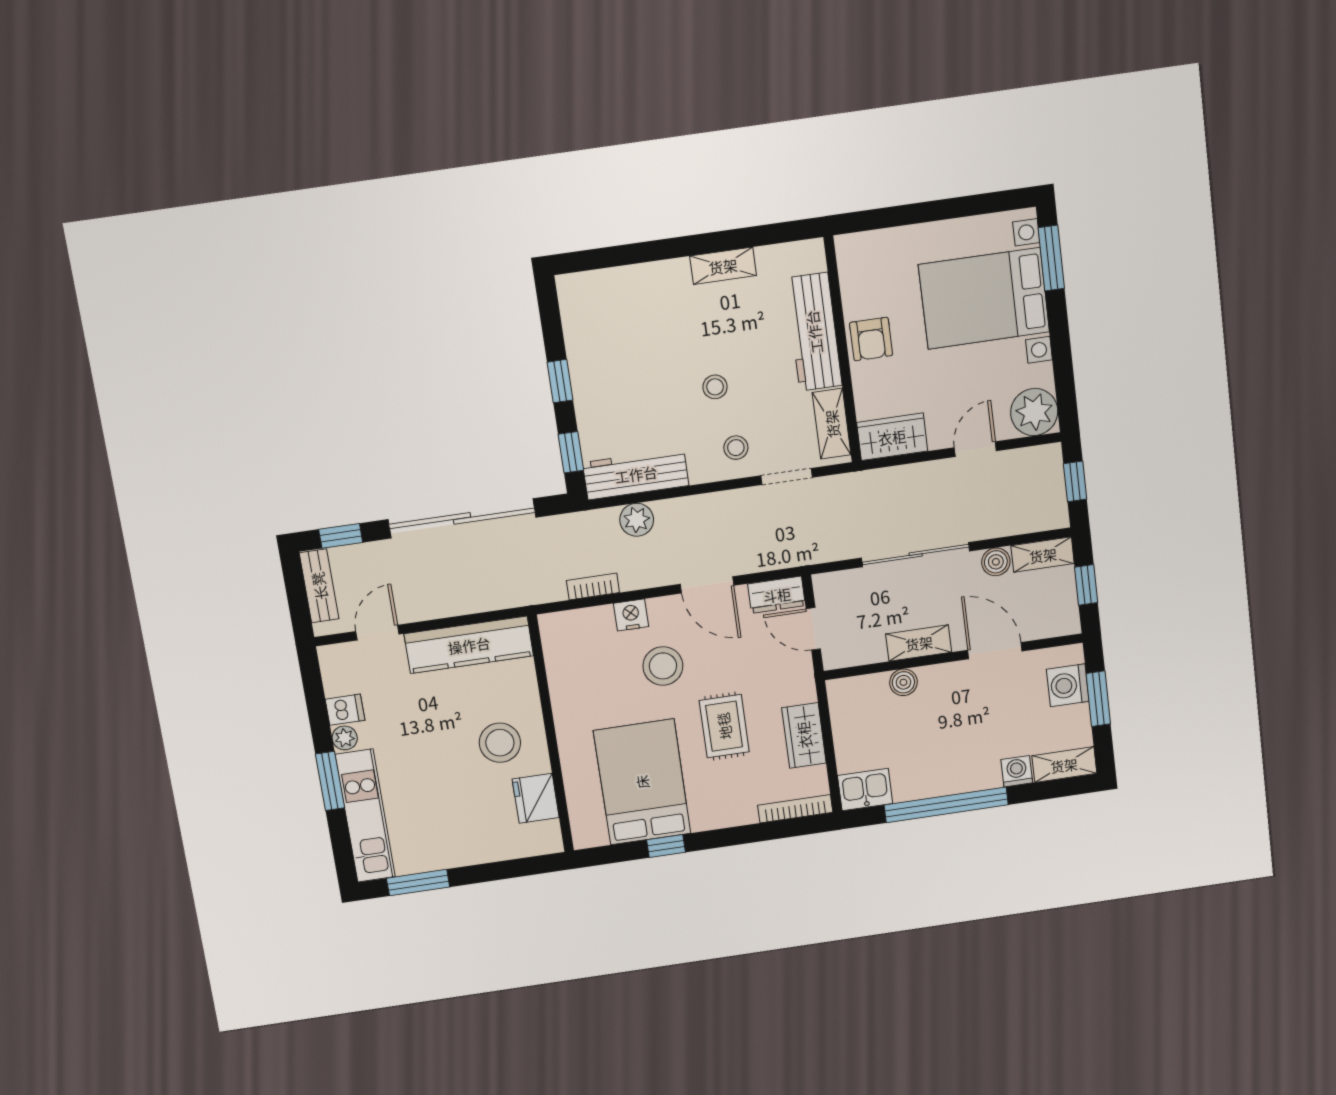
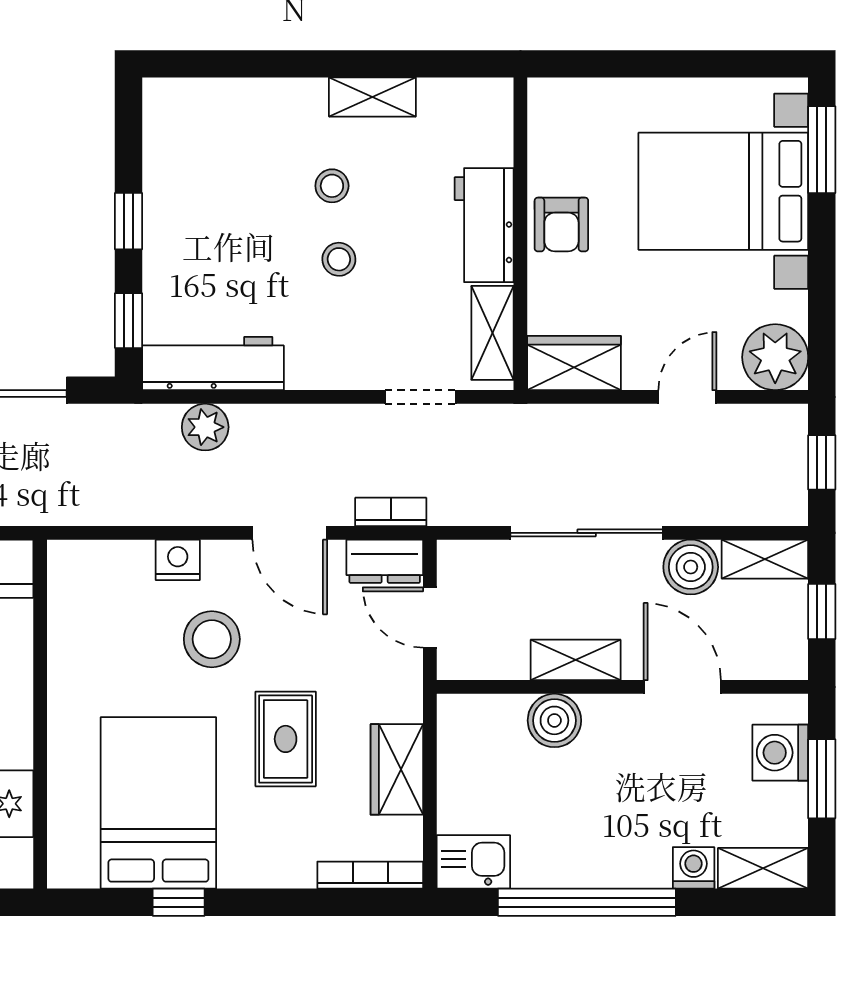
workbench: (814, 332) -> (484, 225), width x0.73
stool: (736, 448) -> (332, 186), moved
boiler: (996, 562) -> (691, 567), width x1.36, depth x1.36
bookcase: (593, 587) -> (391, 512), moved
boiler: (903, 682) -> (554, 720), width x1.36, depth x1.36

